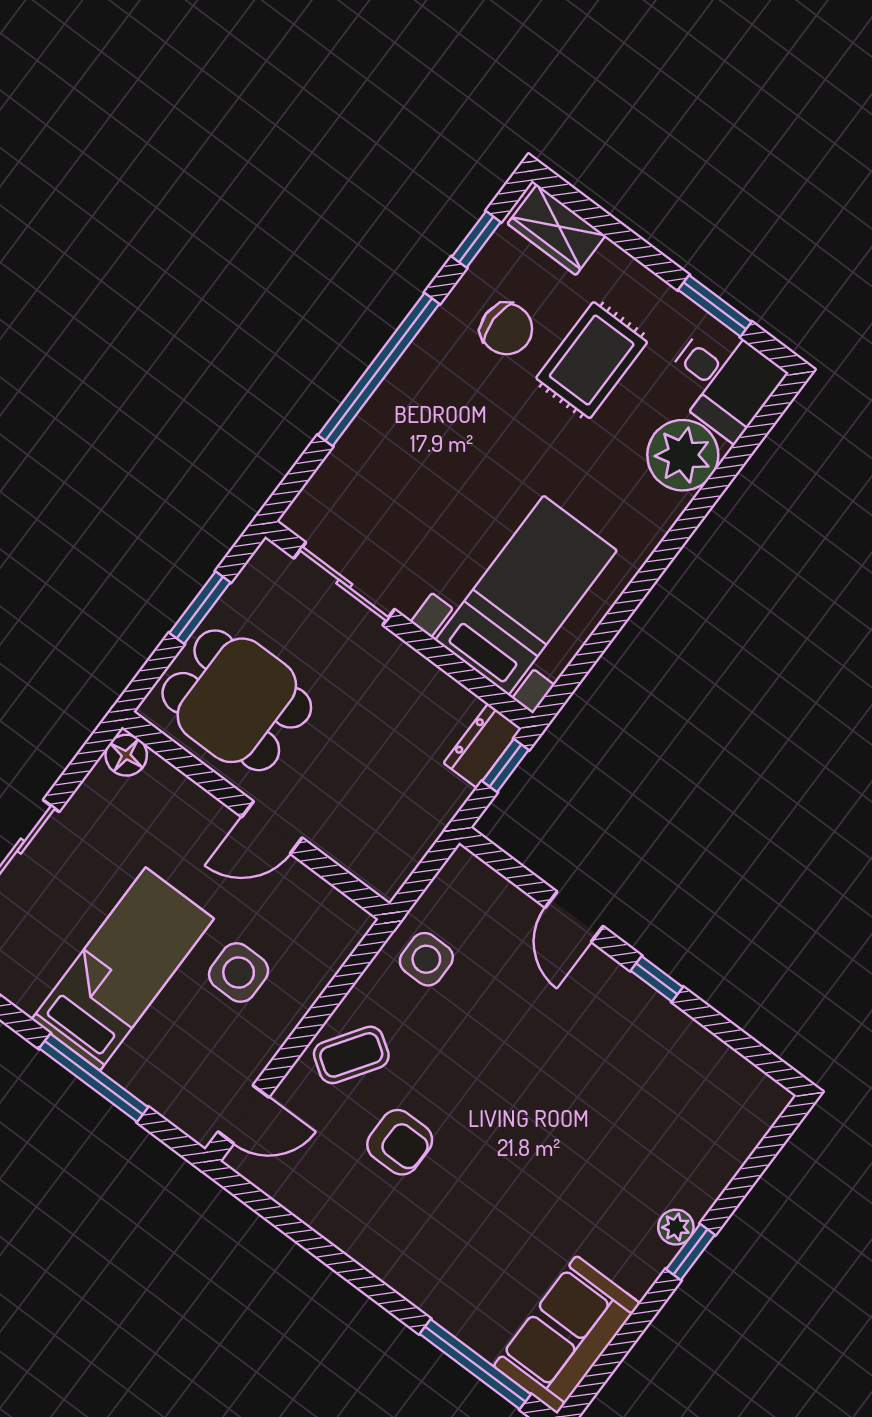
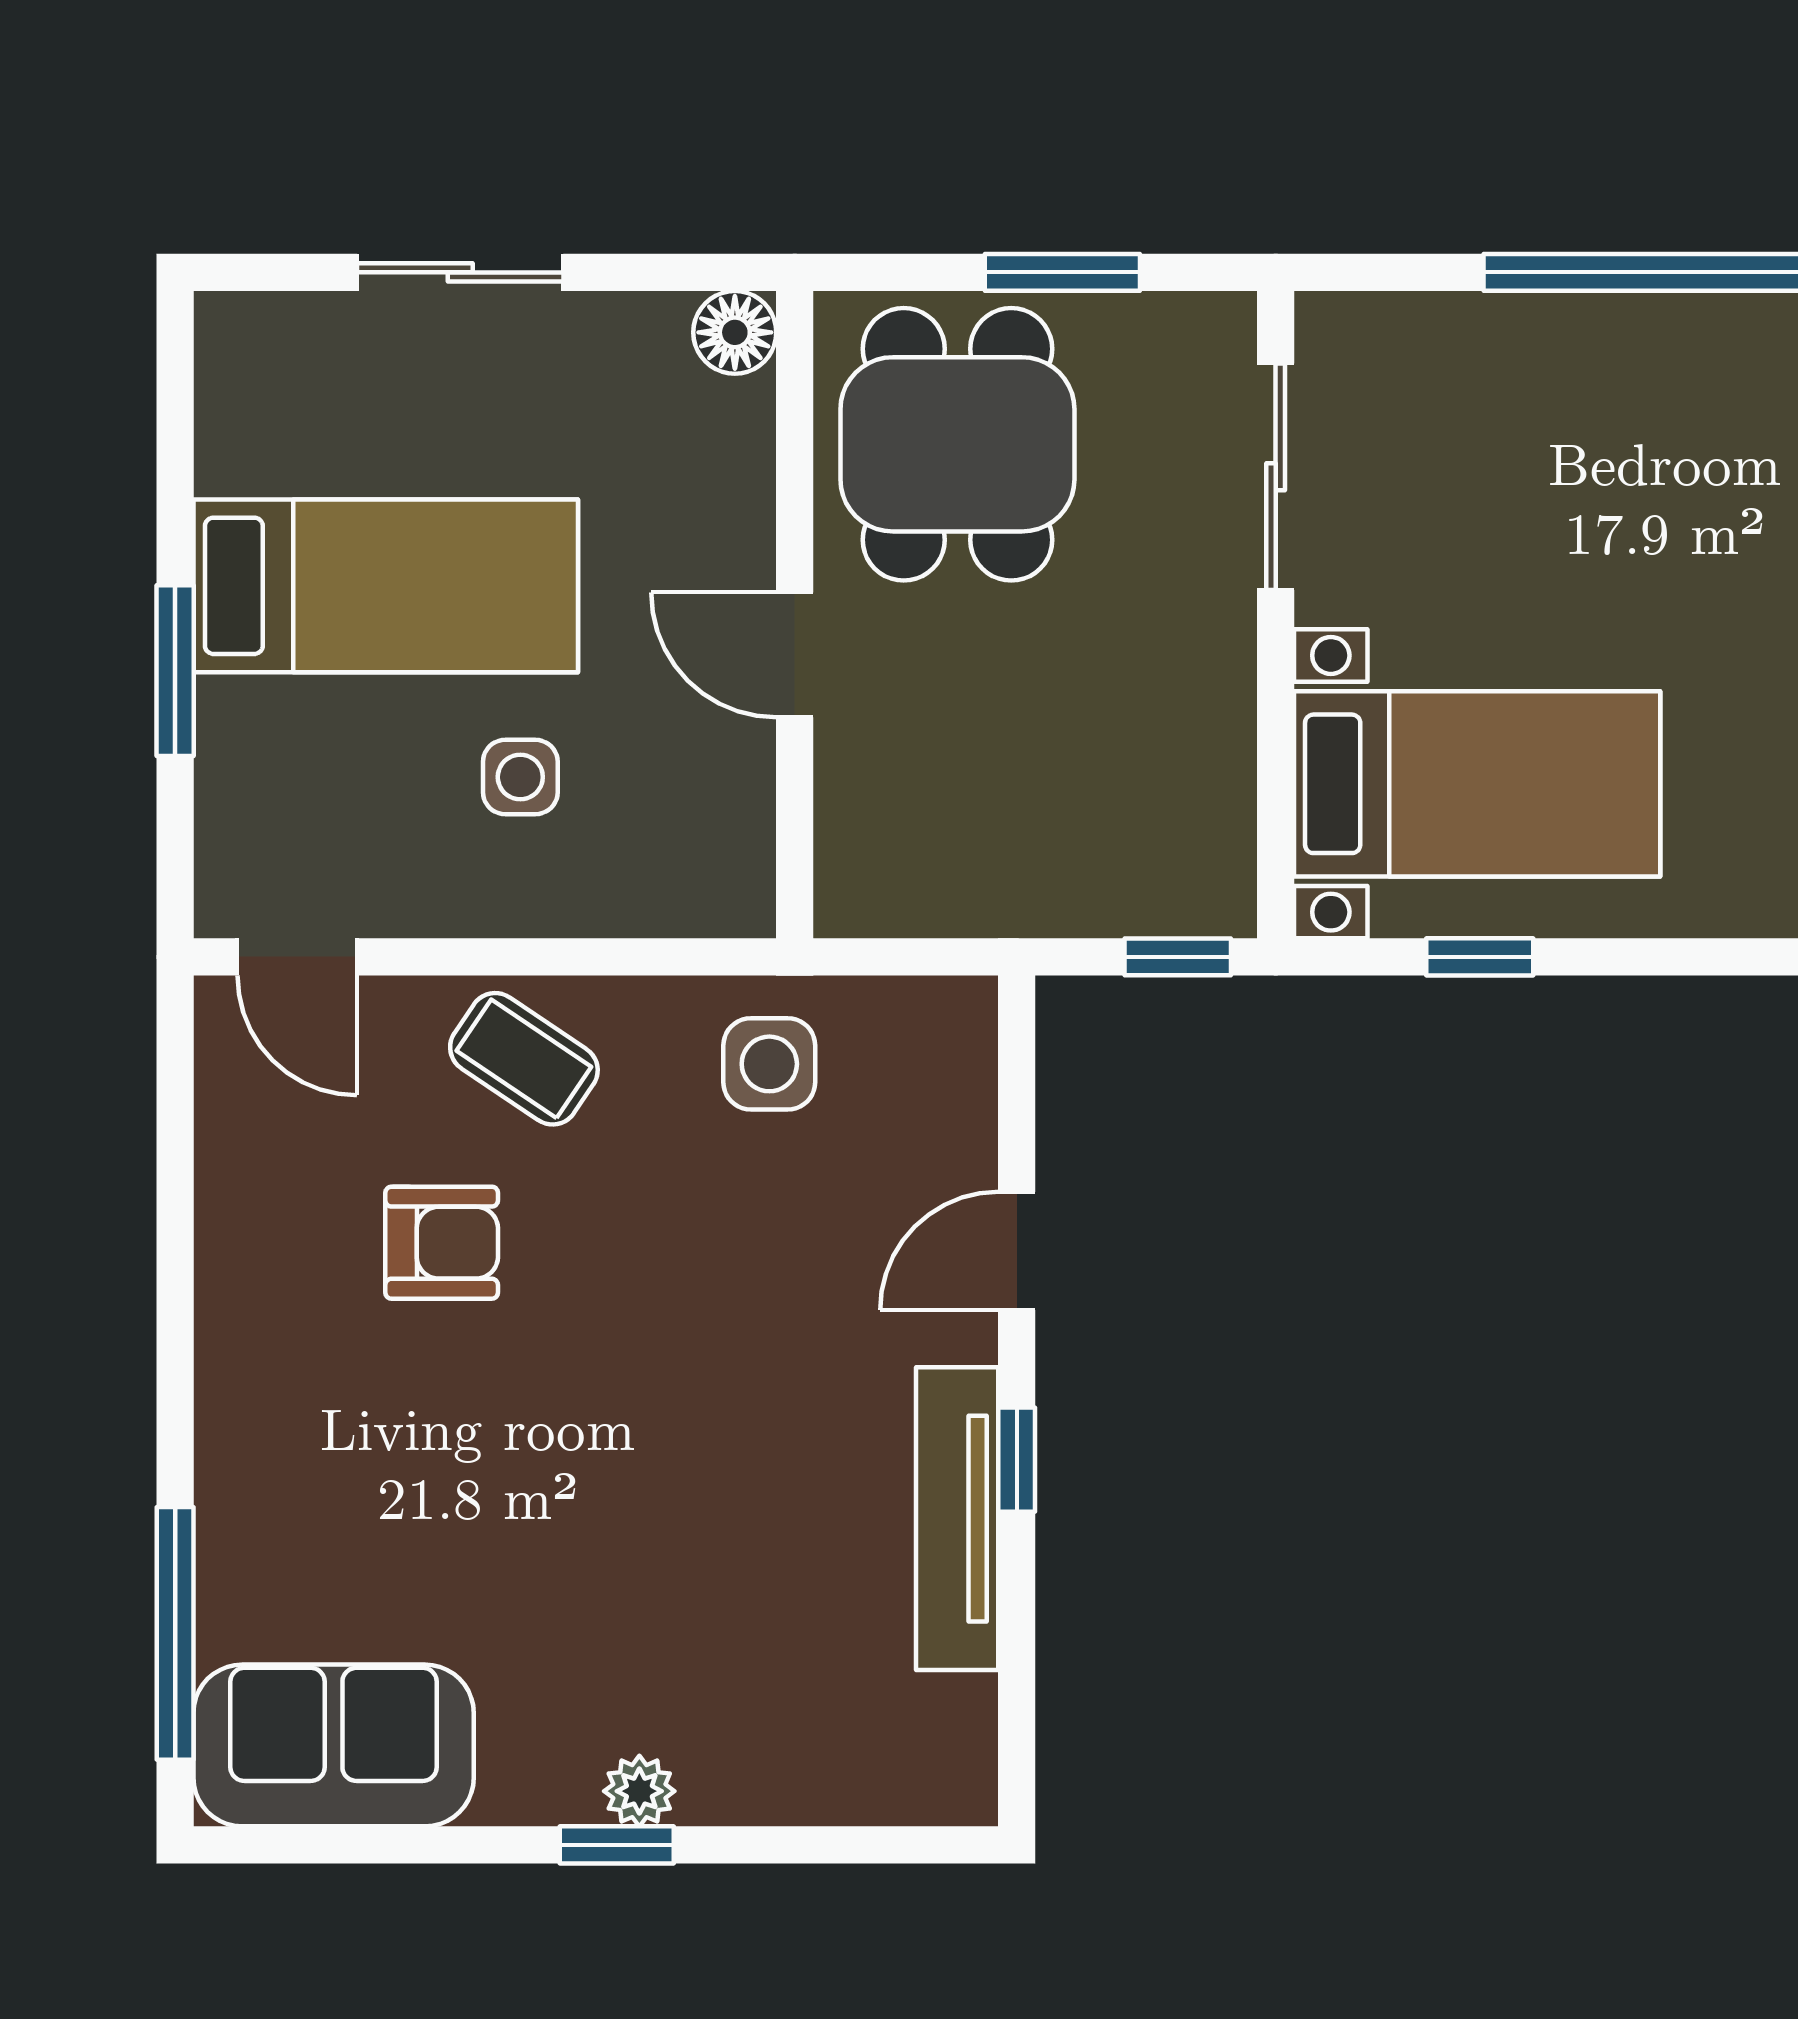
window: (595, 646) -> (1480, 957), added
dresser: (483, 746) -> (1182, 896), removed
side table: (239, 972) -> (520, 777), width x0.73, depth x0.73
tv unit: (662, 1020) -> (957, 1519), added
window: (94, 1078) -> (175, 671), width x0.69
armchair: (400, 1142) -> (442, 1243), turned -90

